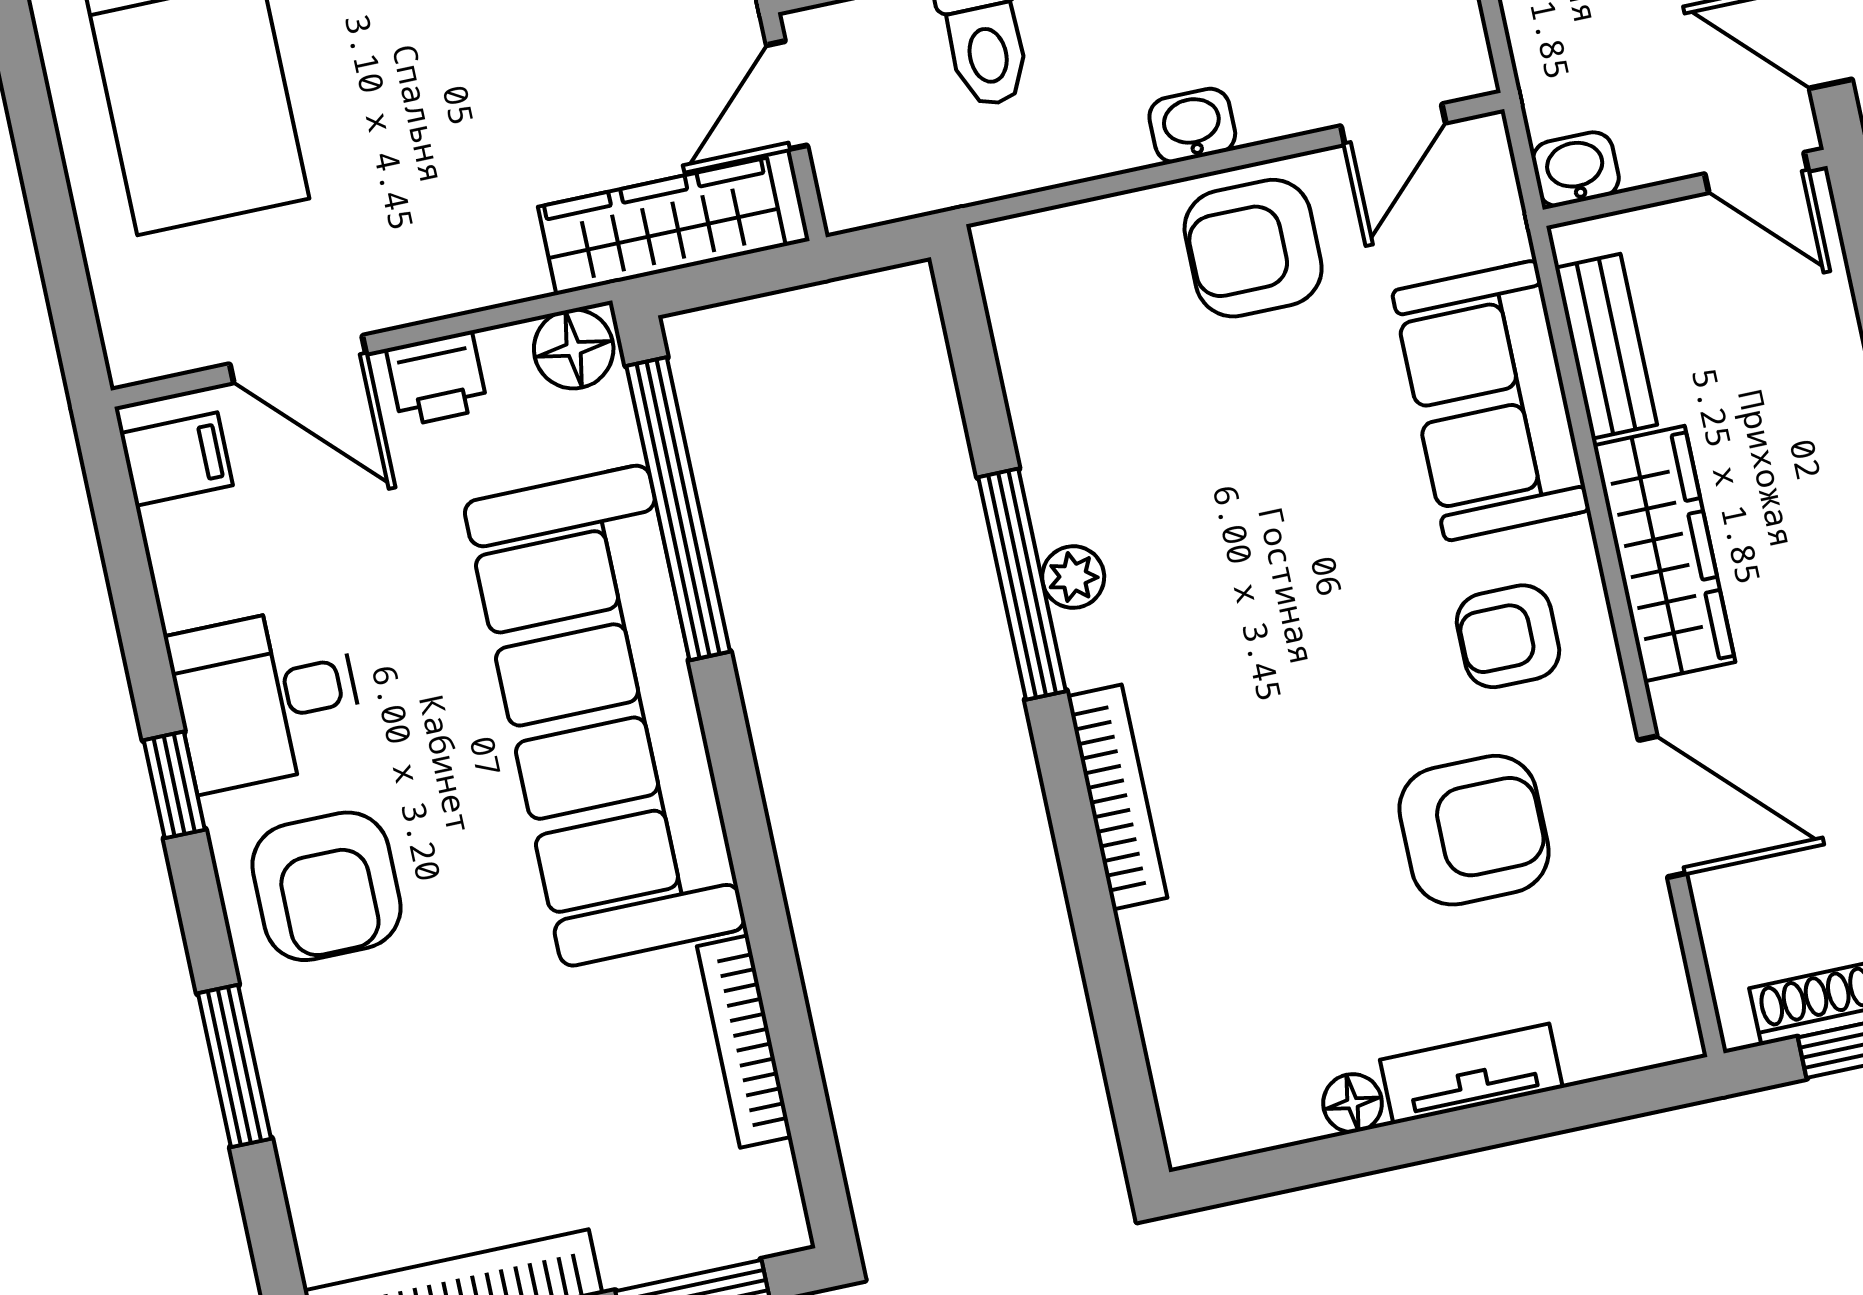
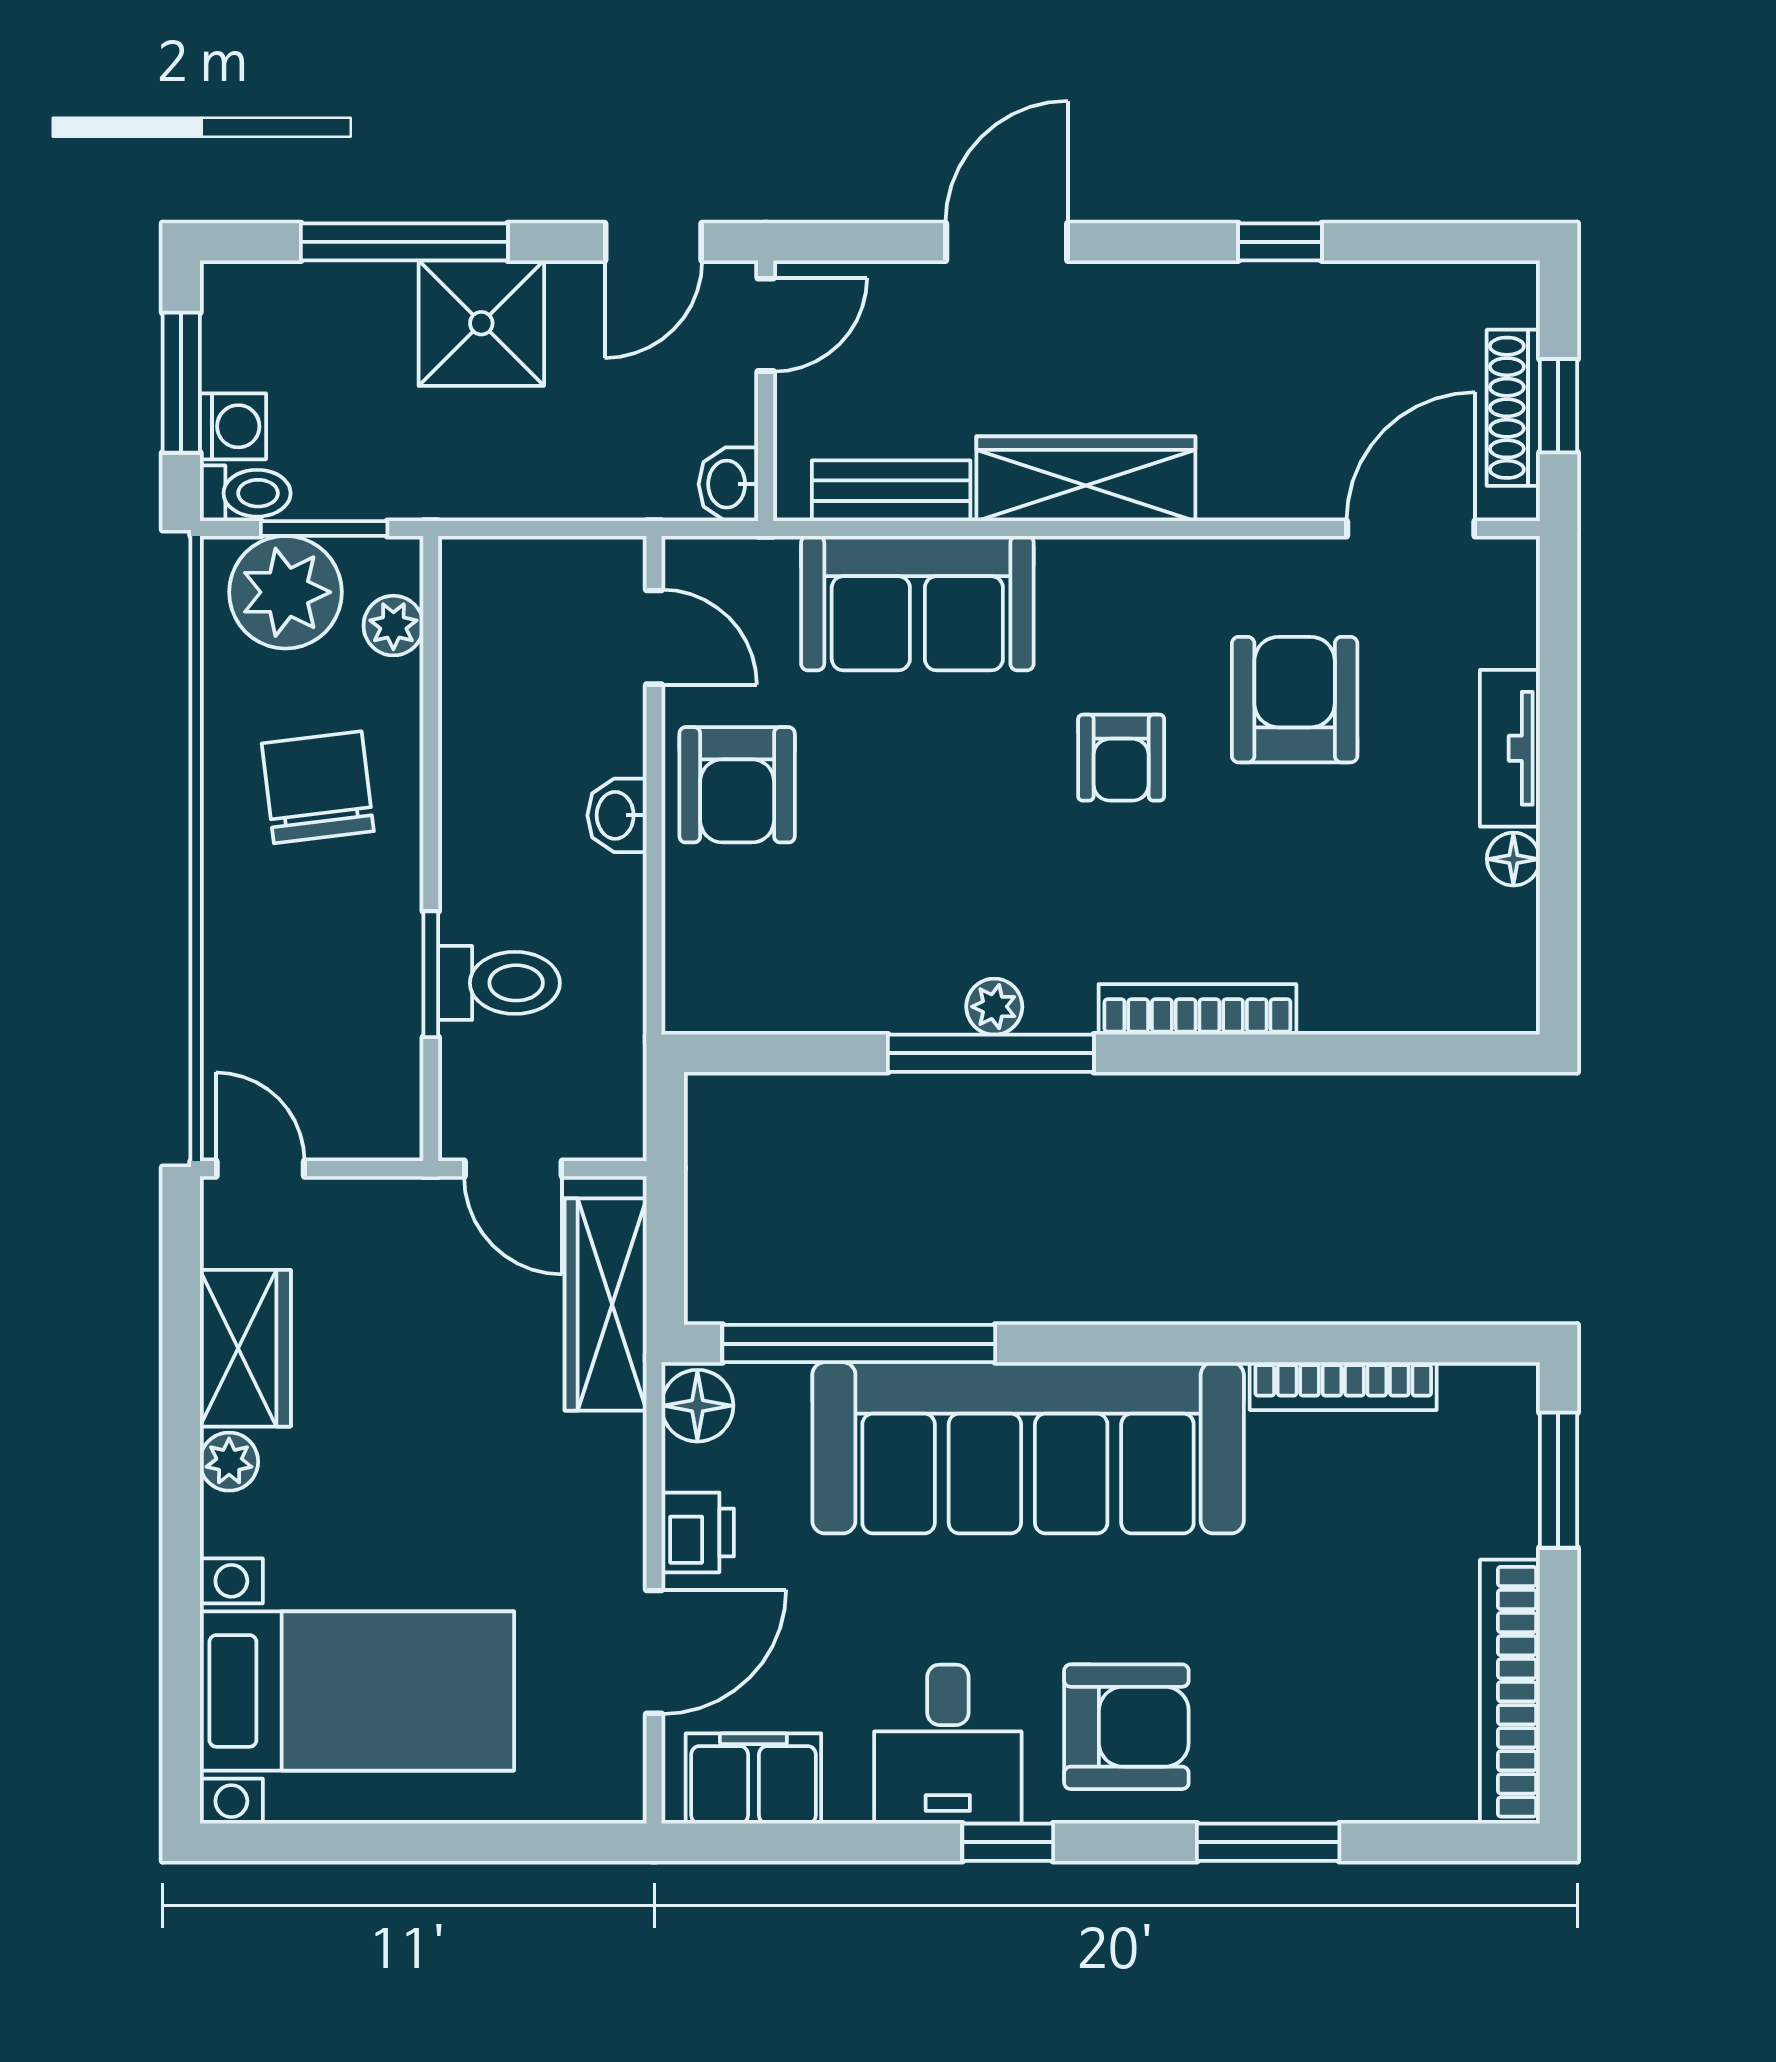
filing cabinet: (176, 459) -> (753, 1779), width x2.00
armchair: (1508, 636) -> (1121, 758), moved
door: (1662, 807) -> (1411, 528), moved

